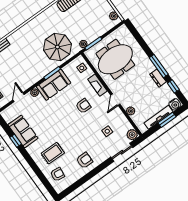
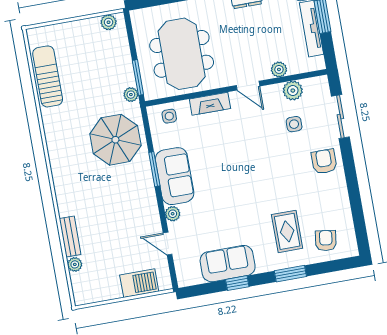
armchair: (83, 106) -> (233, 144), removed
plant: (132, 135) -> (293, 91), moved
armchair: (84, 160) -> (324, 161), moved
window: (33, 165) -> (290, 274), added

